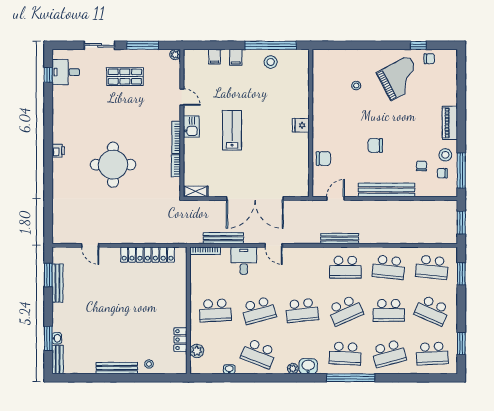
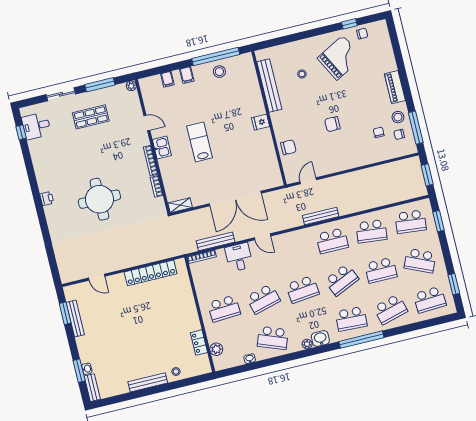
bench: (387, 190) -> (269, 85), moved, turned 90

